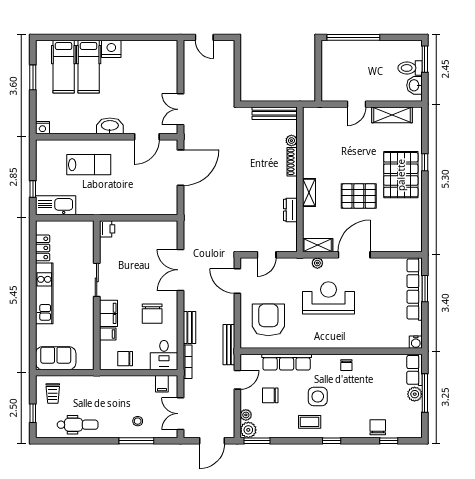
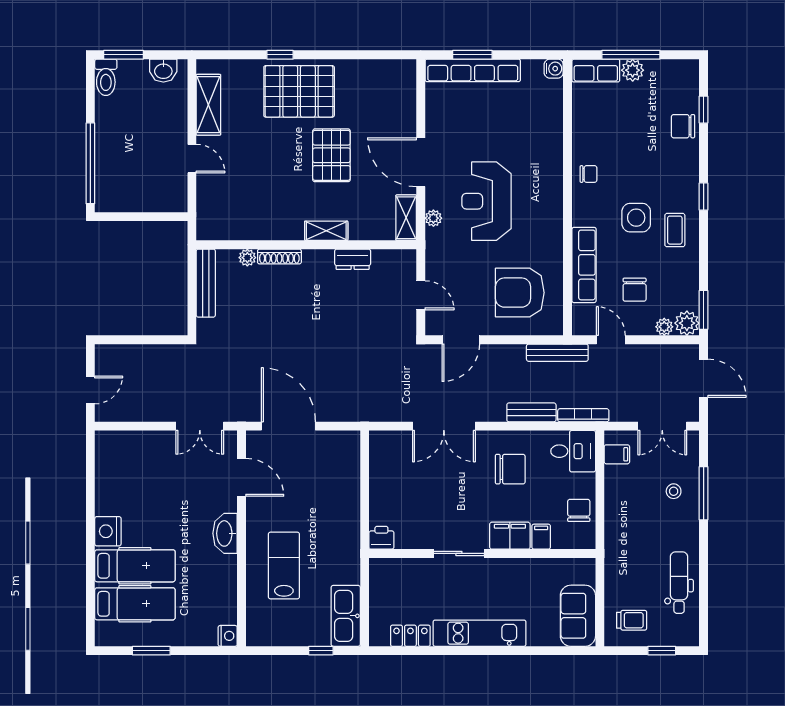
toilet: (410, 68) -> (106, 77), moved
chair: (125, 359) -> (579, 510), turned 180

